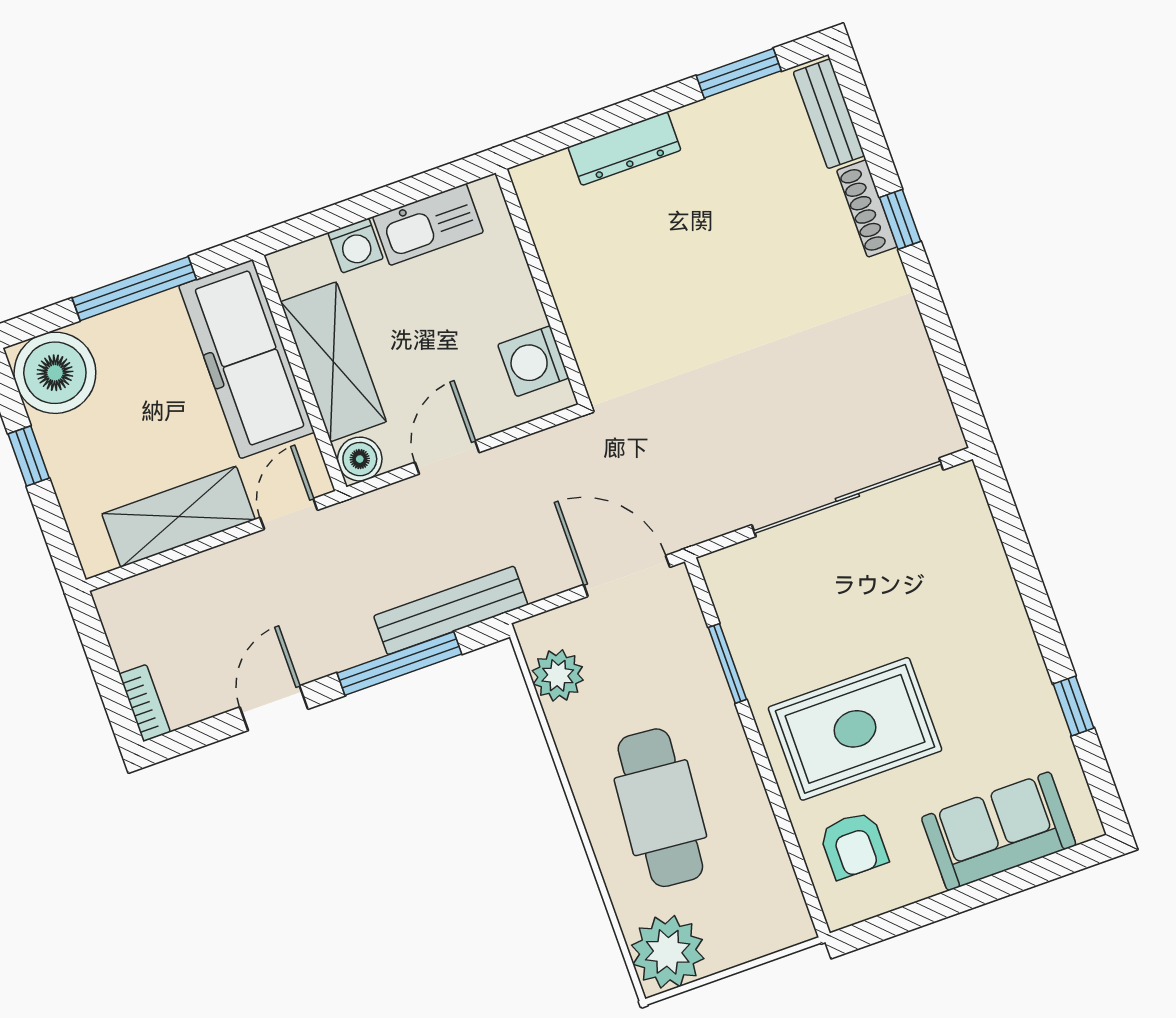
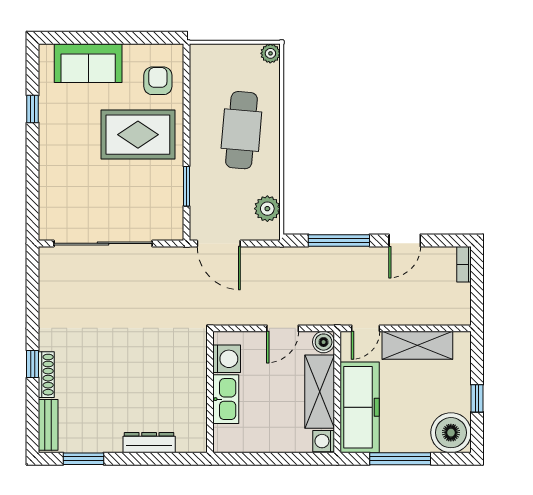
kitchen sink: (428, 224) -> (226, 399), moved, turned 90
washing machine: (356, 246) -> (324, 441), moved, turned -90
bench: (451, 610) -> (306, 257), removed
plant: (668, 952) -> (270, 53), width x0.53, depth x0.53

